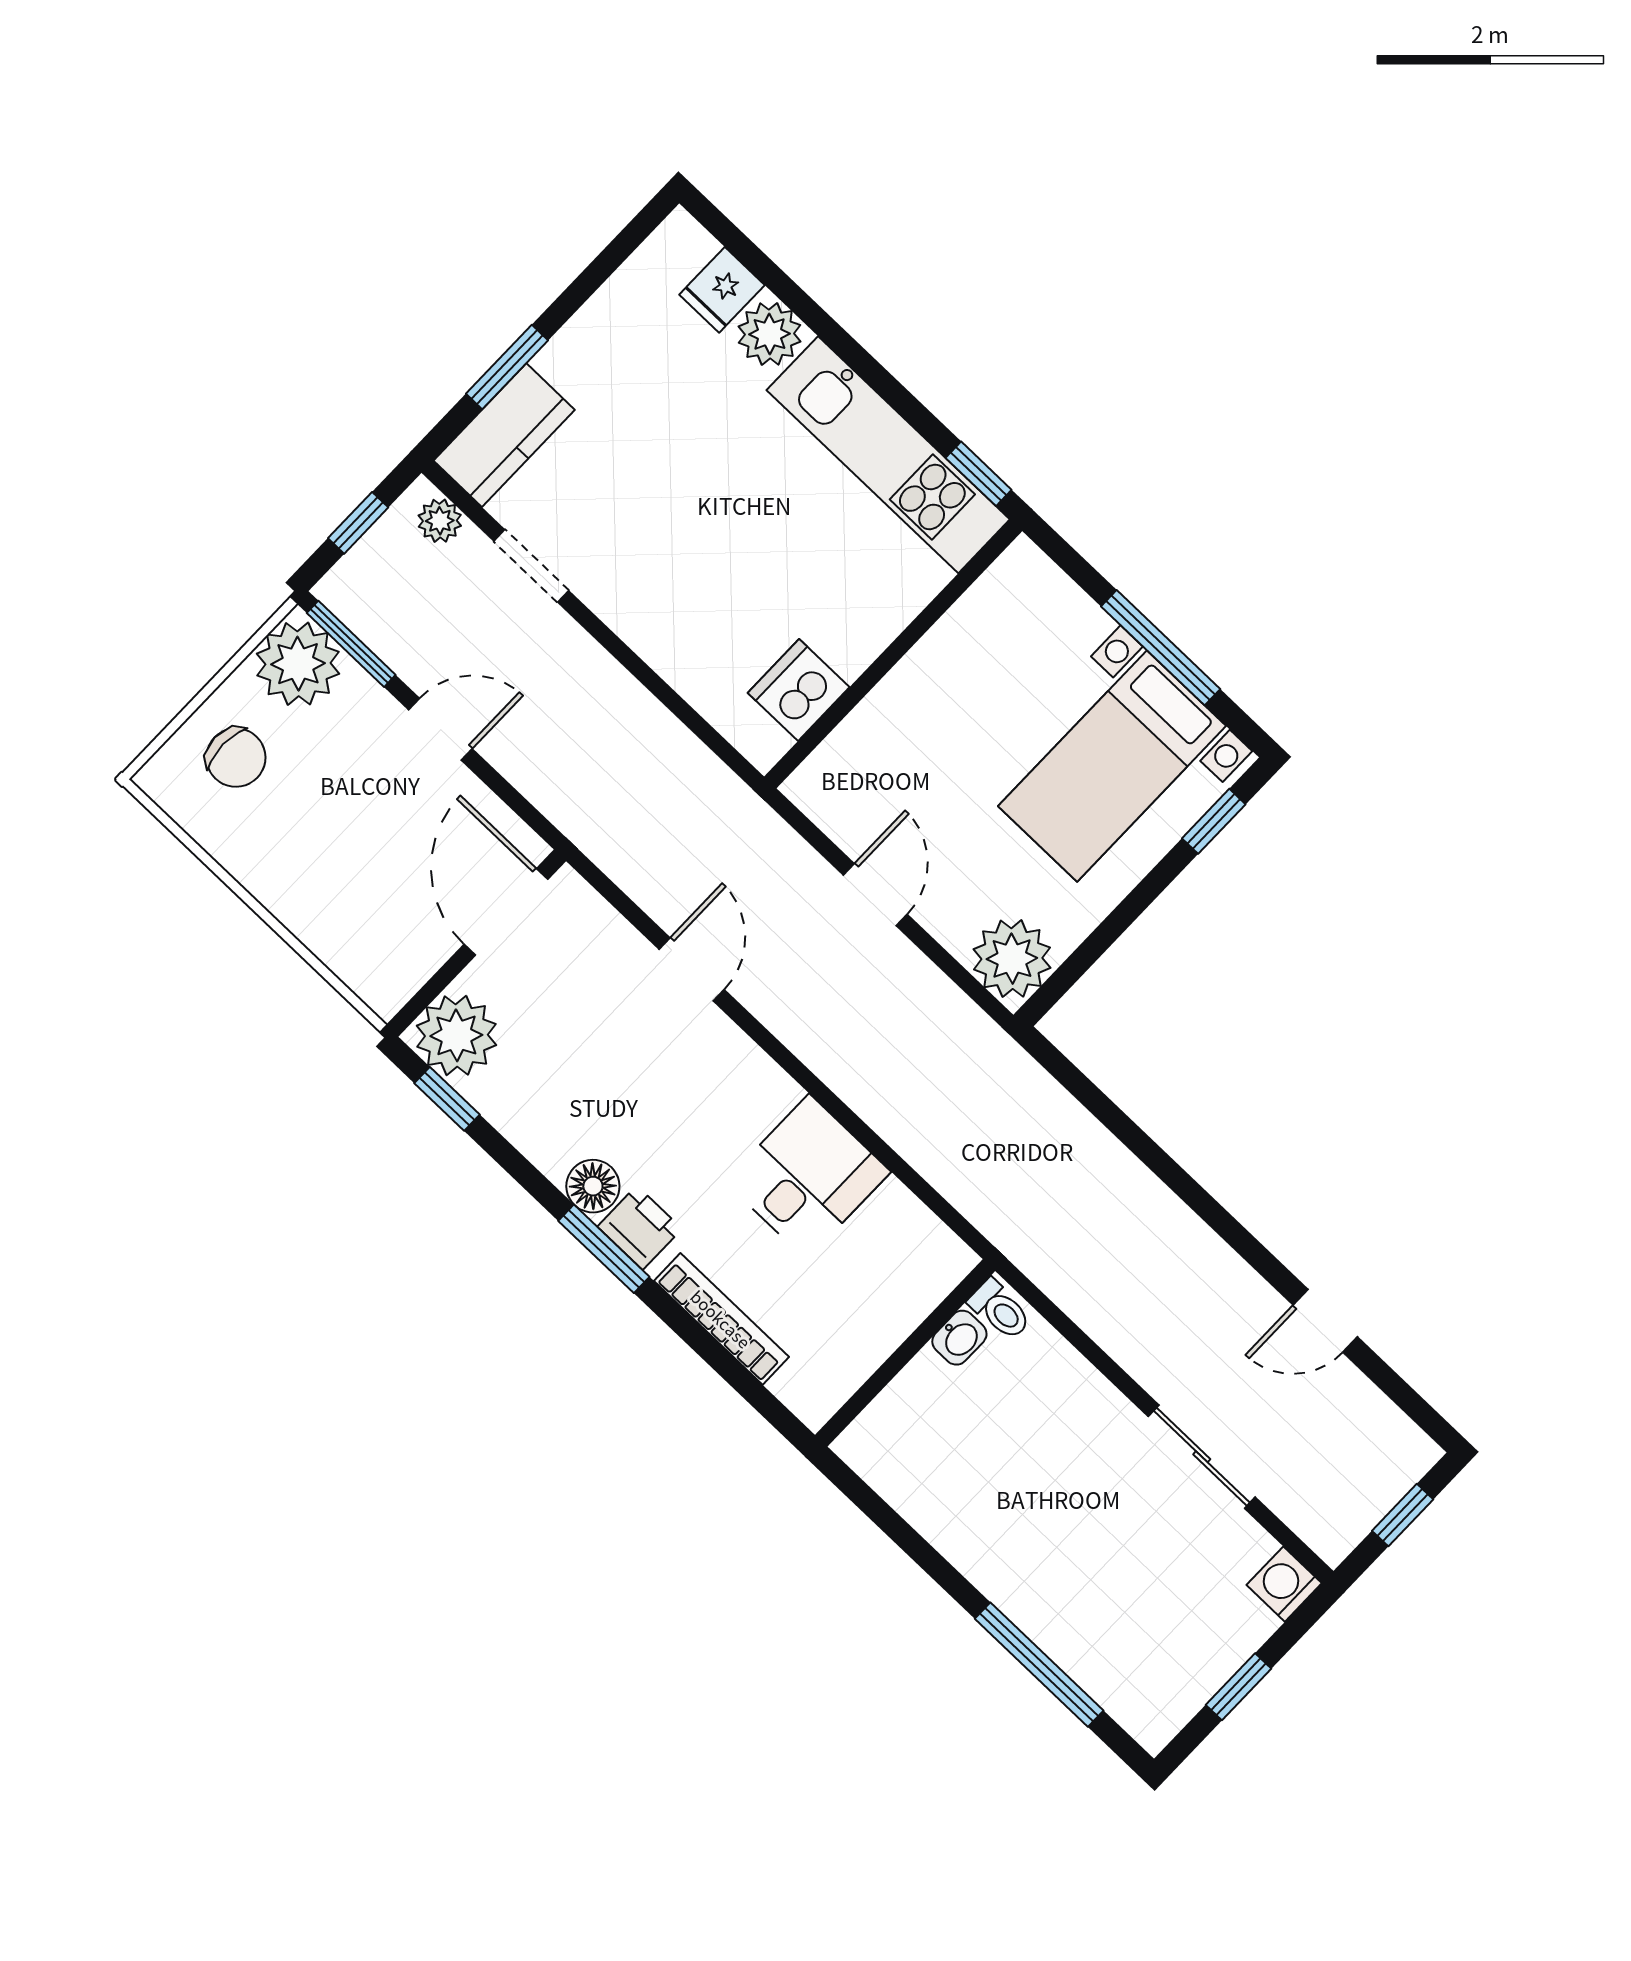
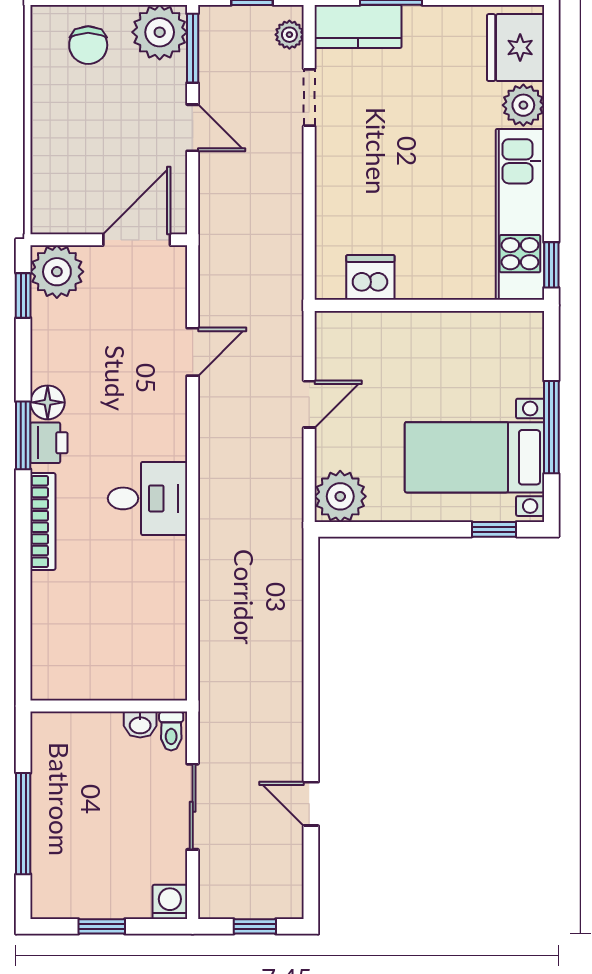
fridge: (722, 290) -> (516, 48), width x1.88, depth x1.34
toilet: (1000, 1310) -> (171, 731), moved
washbasin: (959, 1338) -> (140, 725), moved
wall: (905, 1353) -> (109, 706), moved

